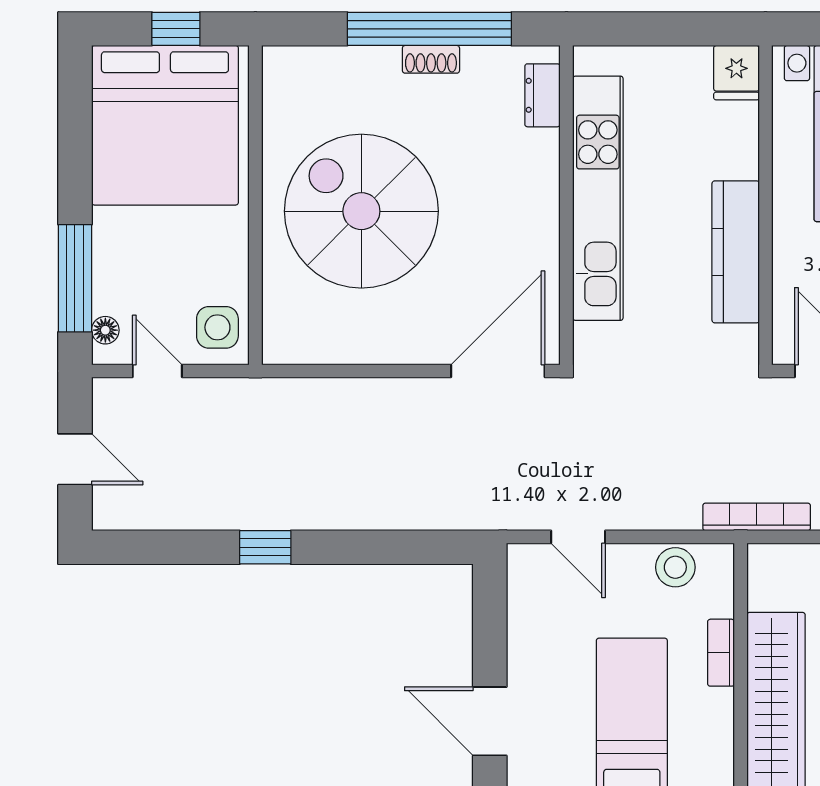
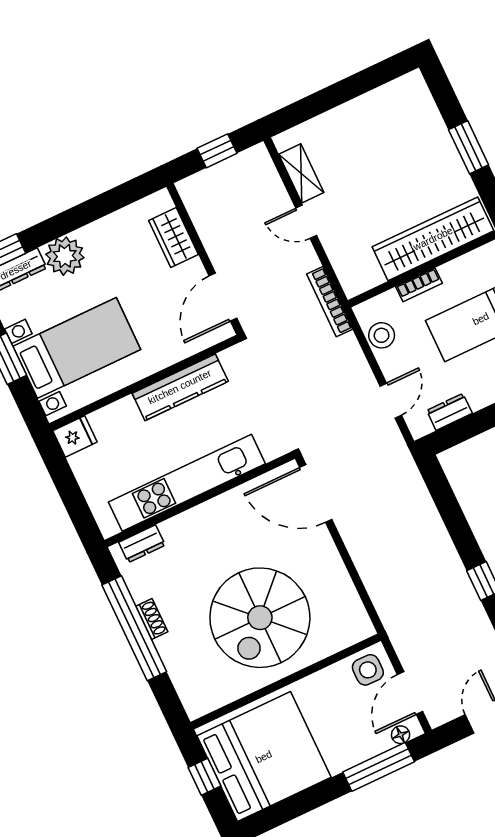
door: (157, 371) -> (410, 693), width x1.38
dresser: (524, 612) -> (449, 412), added

